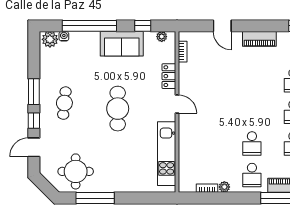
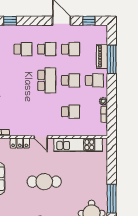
door: (177, 104) -> (41, 137), swing flipped
school desk: (252, 112) -> (47, 80), added
school desk: (210, 143) -> (71, 112), added

